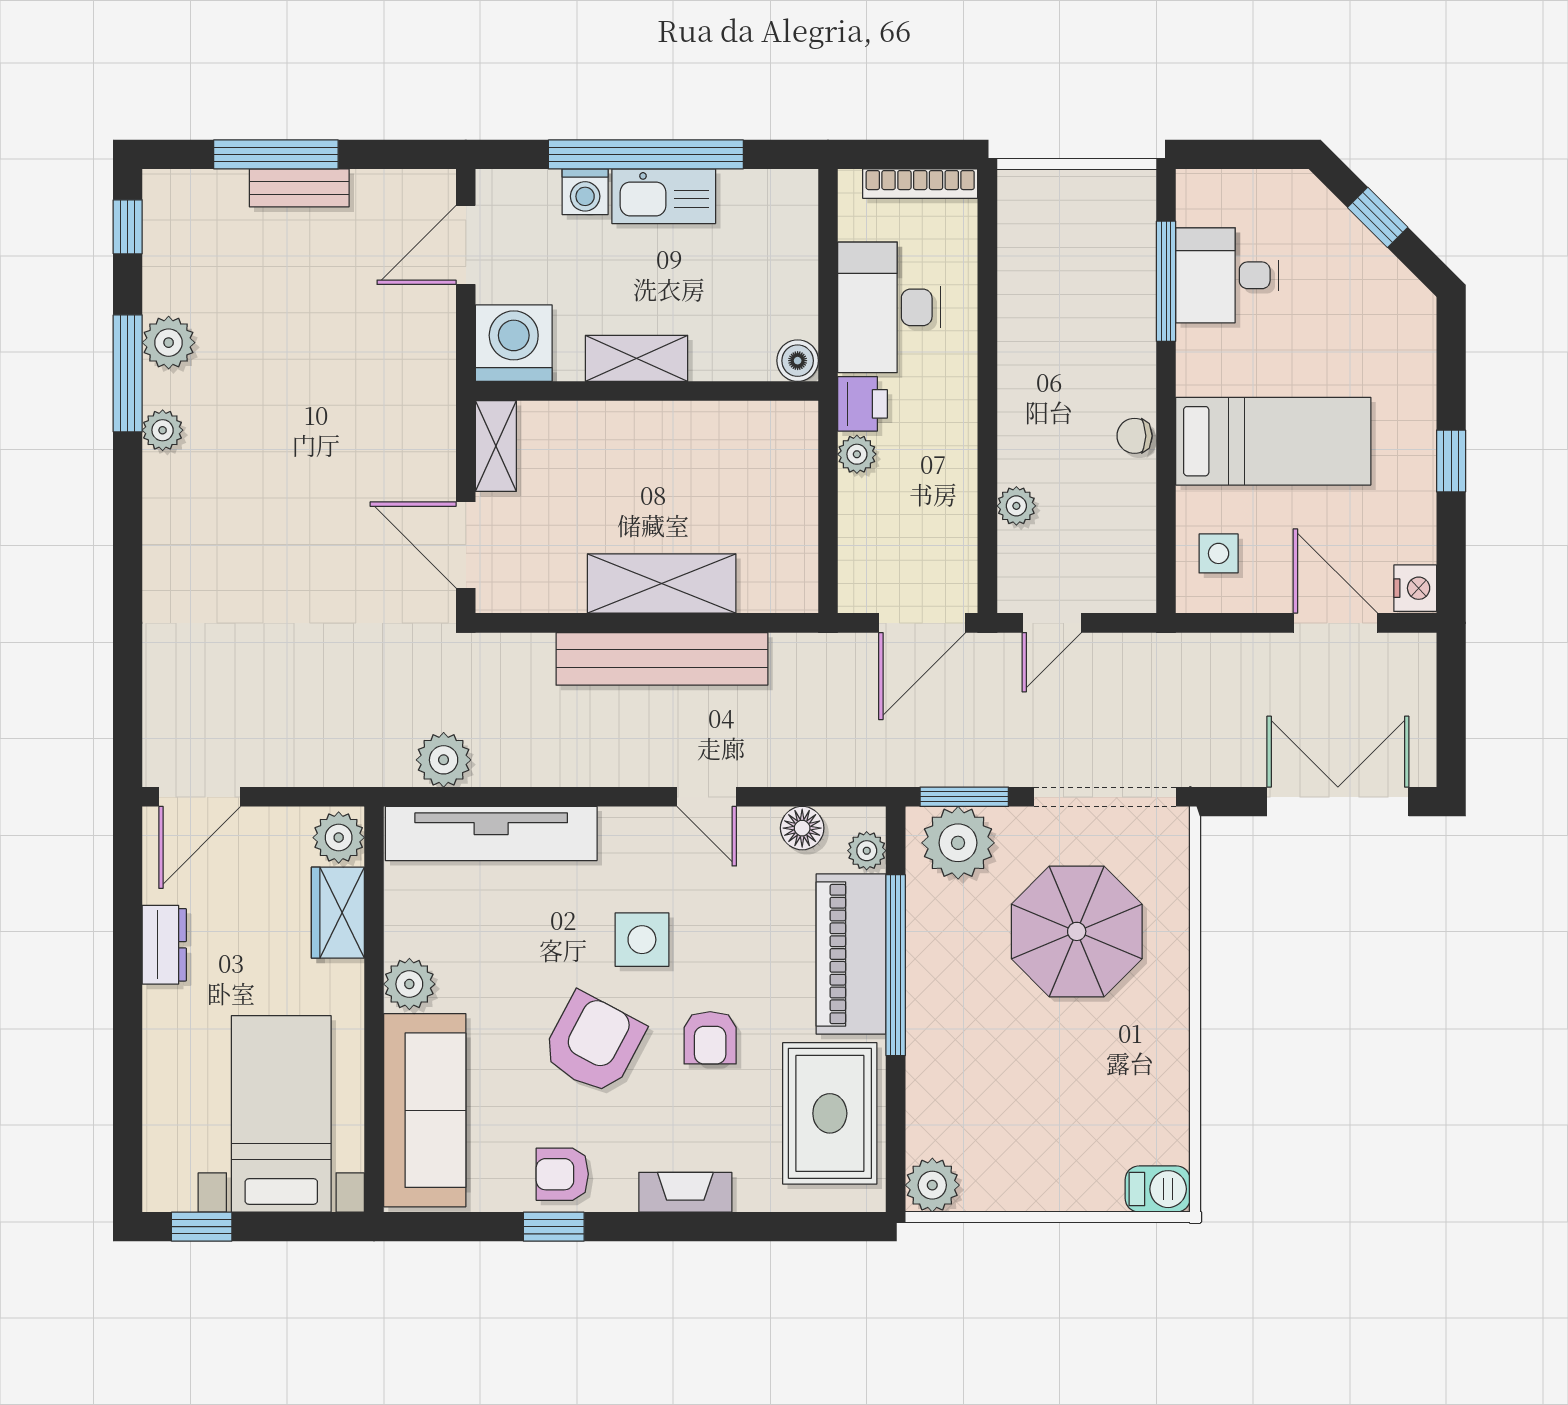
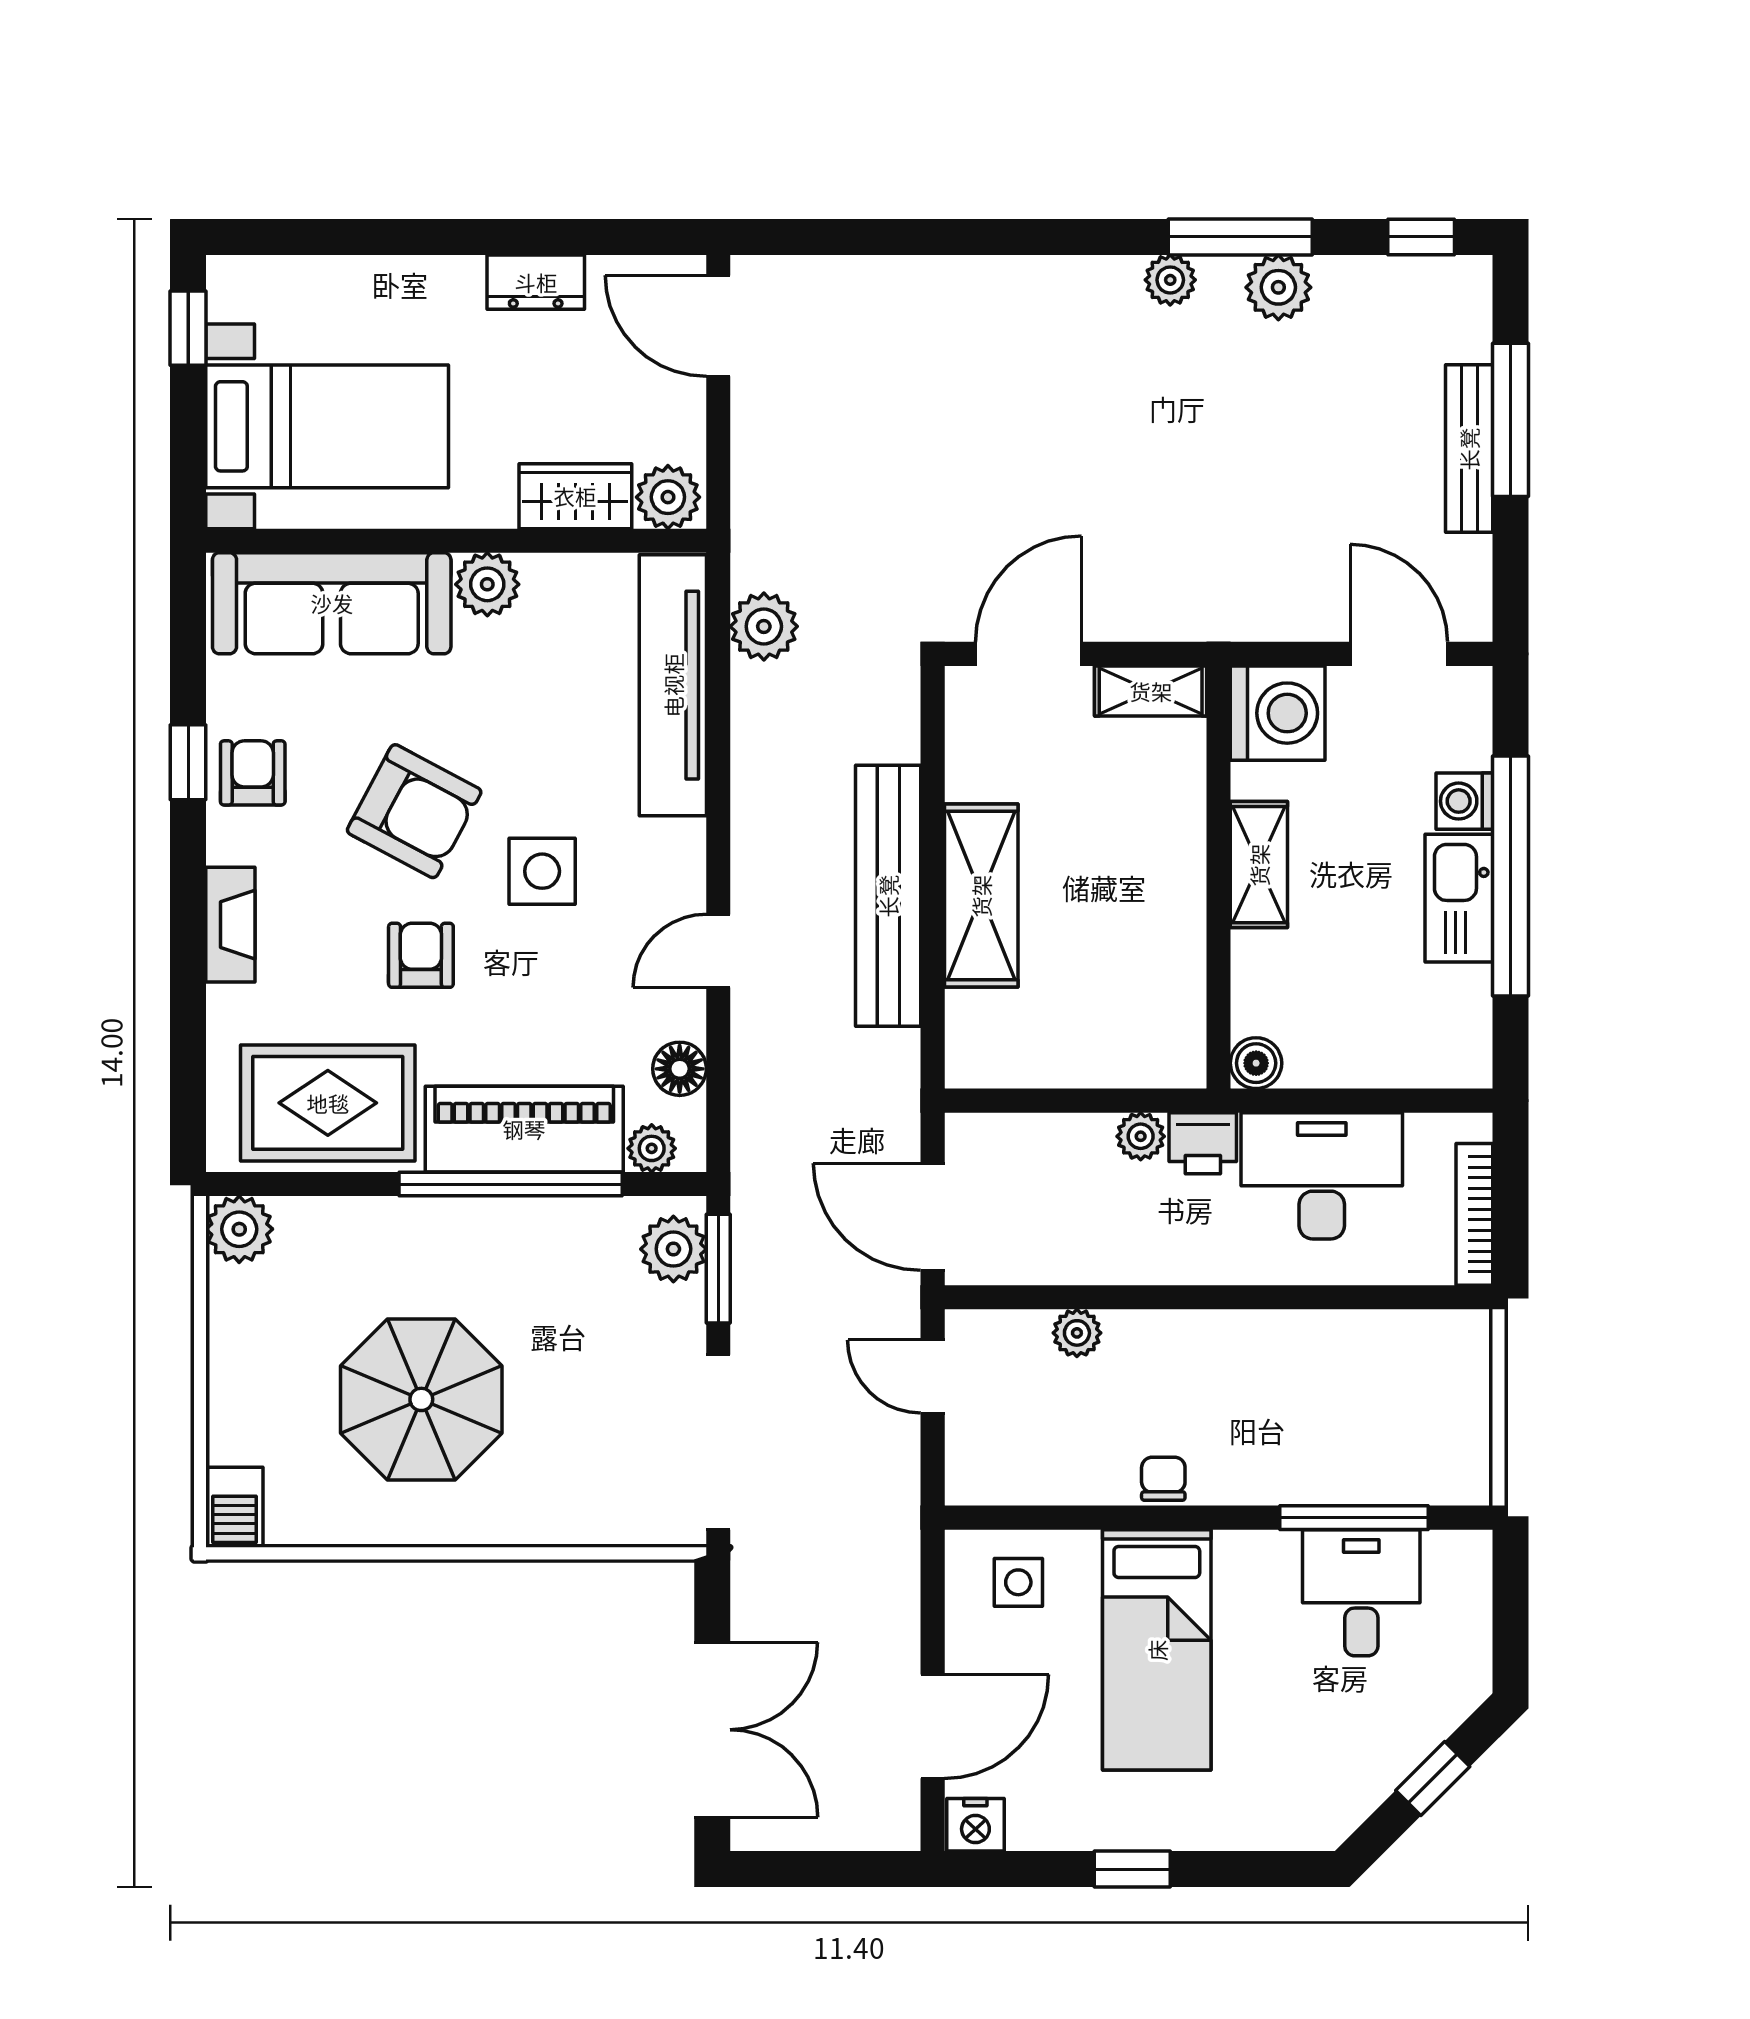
bench: (299, 188) -> (1469, 449), width x1.36
plant: (958, 843) -> (673, 1249), width x0.73, depth x0.73
parasol: (1077, 931) -> (421, 1399), moved
armchair: (710, 1038) -> (421, 955), turned 90

